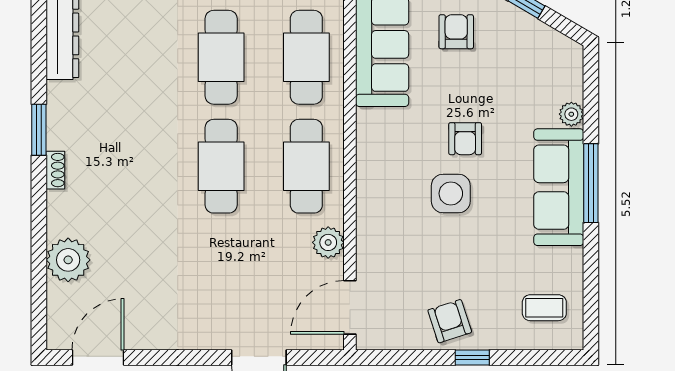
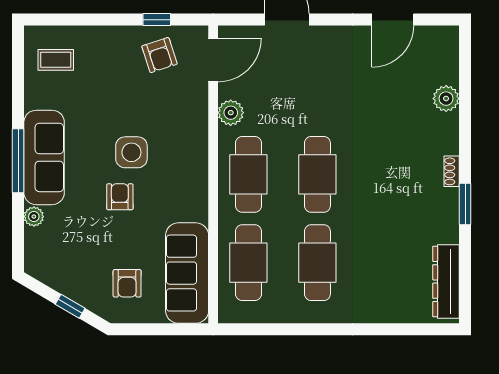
plant: (68, 260) -> (446, 99), width x0.73, depth x0.73
armchair: (450, 321) -> (159, 55), moved
door: (98, 358) -> (393, 20), moved
window: (472, 358) -> (157, 20), moved

